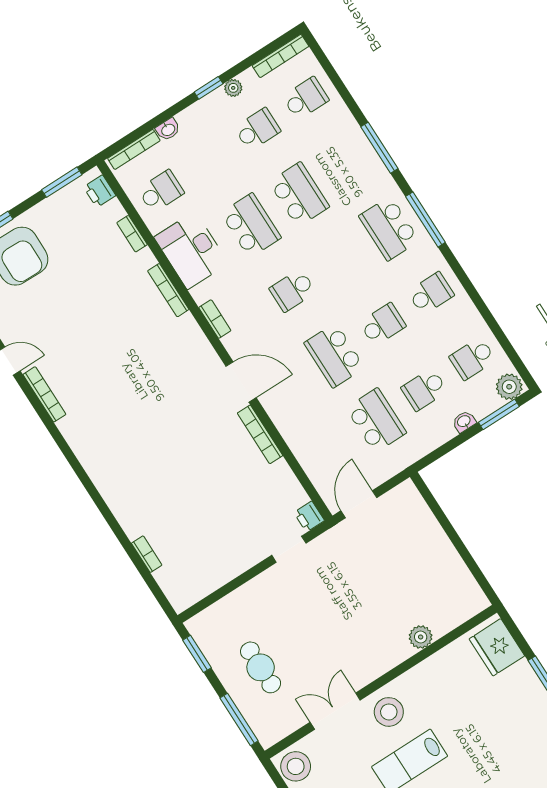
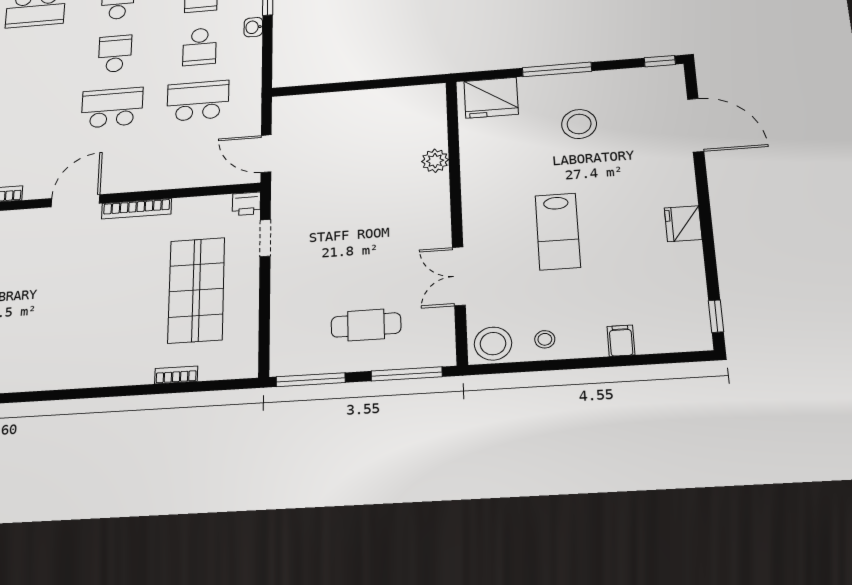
school desk: (293, 290) -> (27, 114), removed
school desk: (334, 355) -> (112, 108), turned 180
shop shelf: (220, 525) -> (196, 290), added
window: (197, 654) -> (311, 380), width x1.44
stool: (389, 712) -> (579, 124), moved

